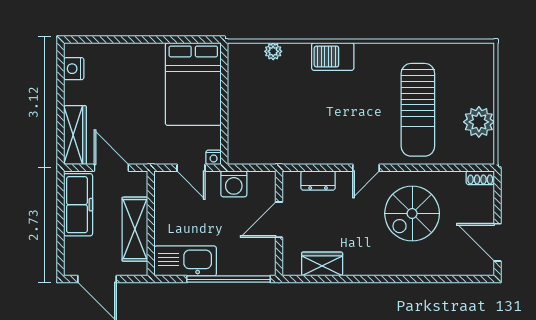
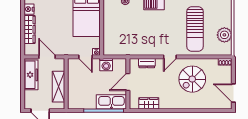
wardrobe: (75, 135) -> (30, 29), moved
kitchen sink: (185, 261) -> (111, 102), moved

